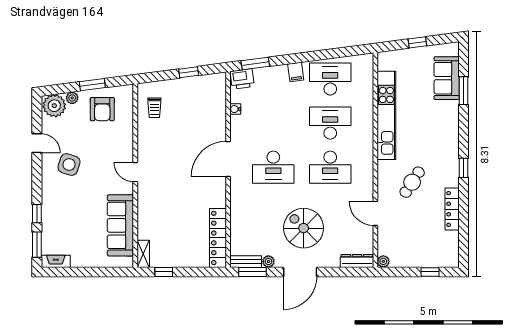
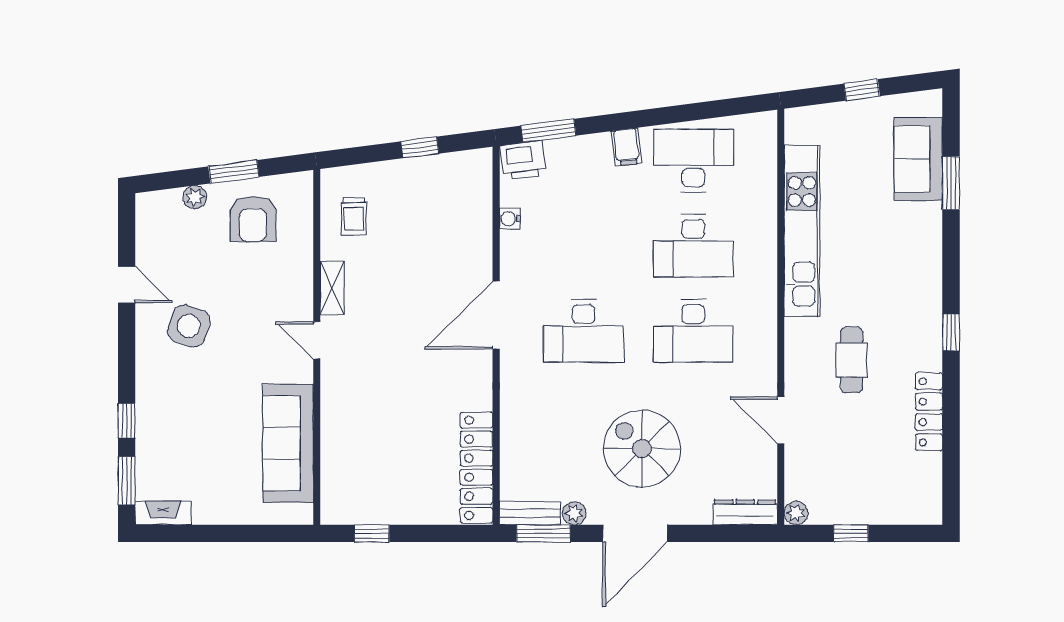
plant: (54, 106) -> (160, 212), removed
desk: (330, 123) -> (693, 246), turned 180
cafe table: (412, 182) -> (852, 360), turned -33
shelving: (143, 254) -> (332, 288), moved
window: (430, 272) -> (851, 533), moved

